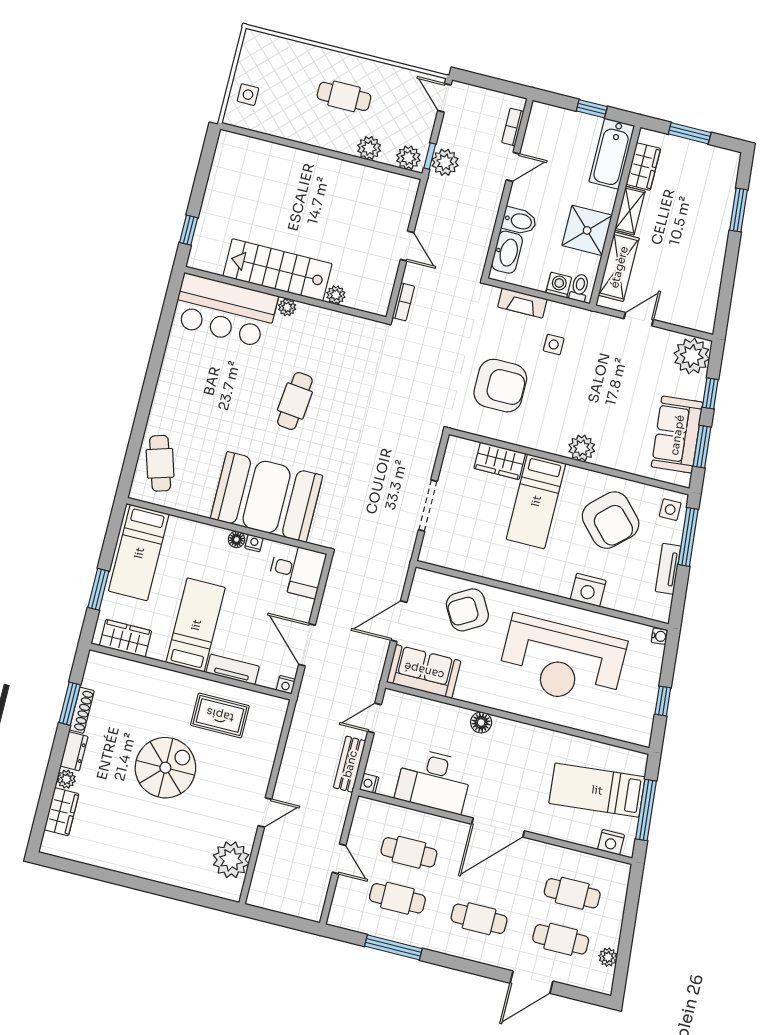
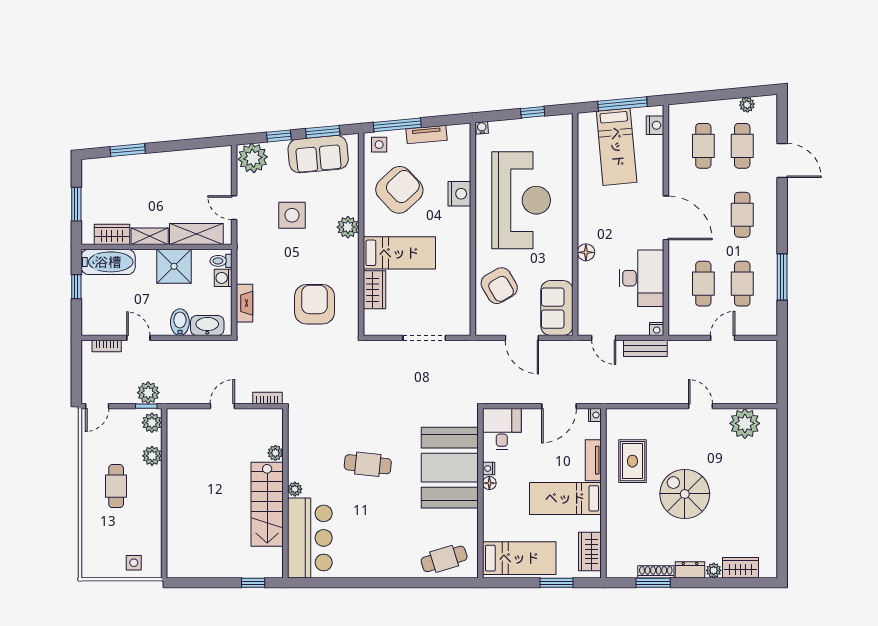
side table: (554, 344) -> (292, 215), moved, width x1.87, depth x1.87

